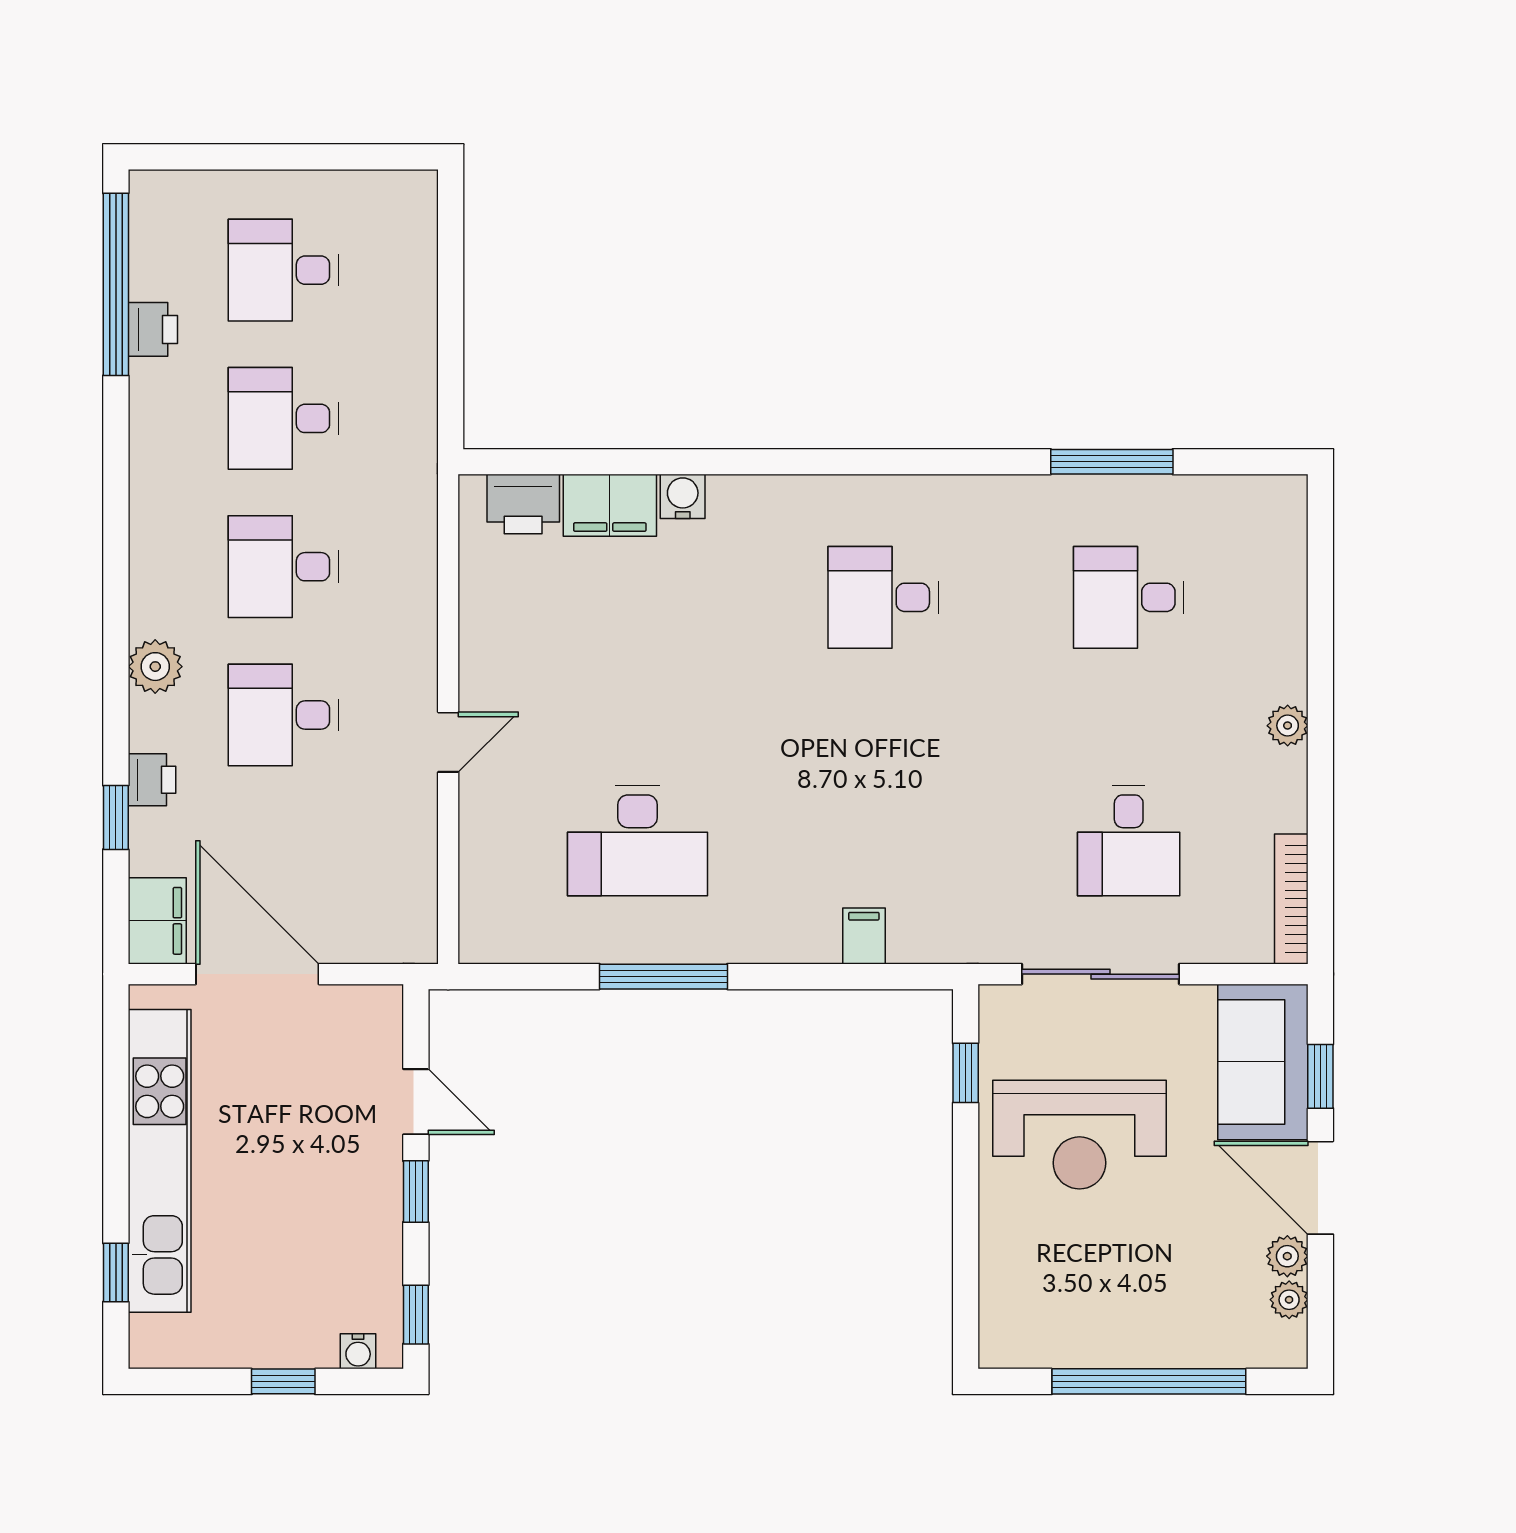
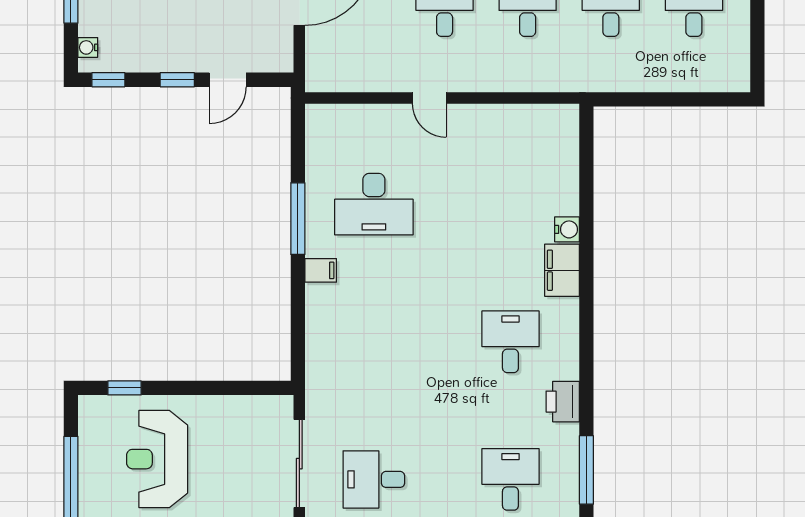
printer: (523, 504) -> (563, 402), moved
filing cabinet: (610, 505) -> (562, 270), moved
desk: (638, 841) -> (374, 204), turned -90
filing cabinet: (864, 936) -> (321, 270), moved
window: (966, 1073) -> (125, 388), moved
reception desk: (1079, 1135) -> (157, 459), moved

